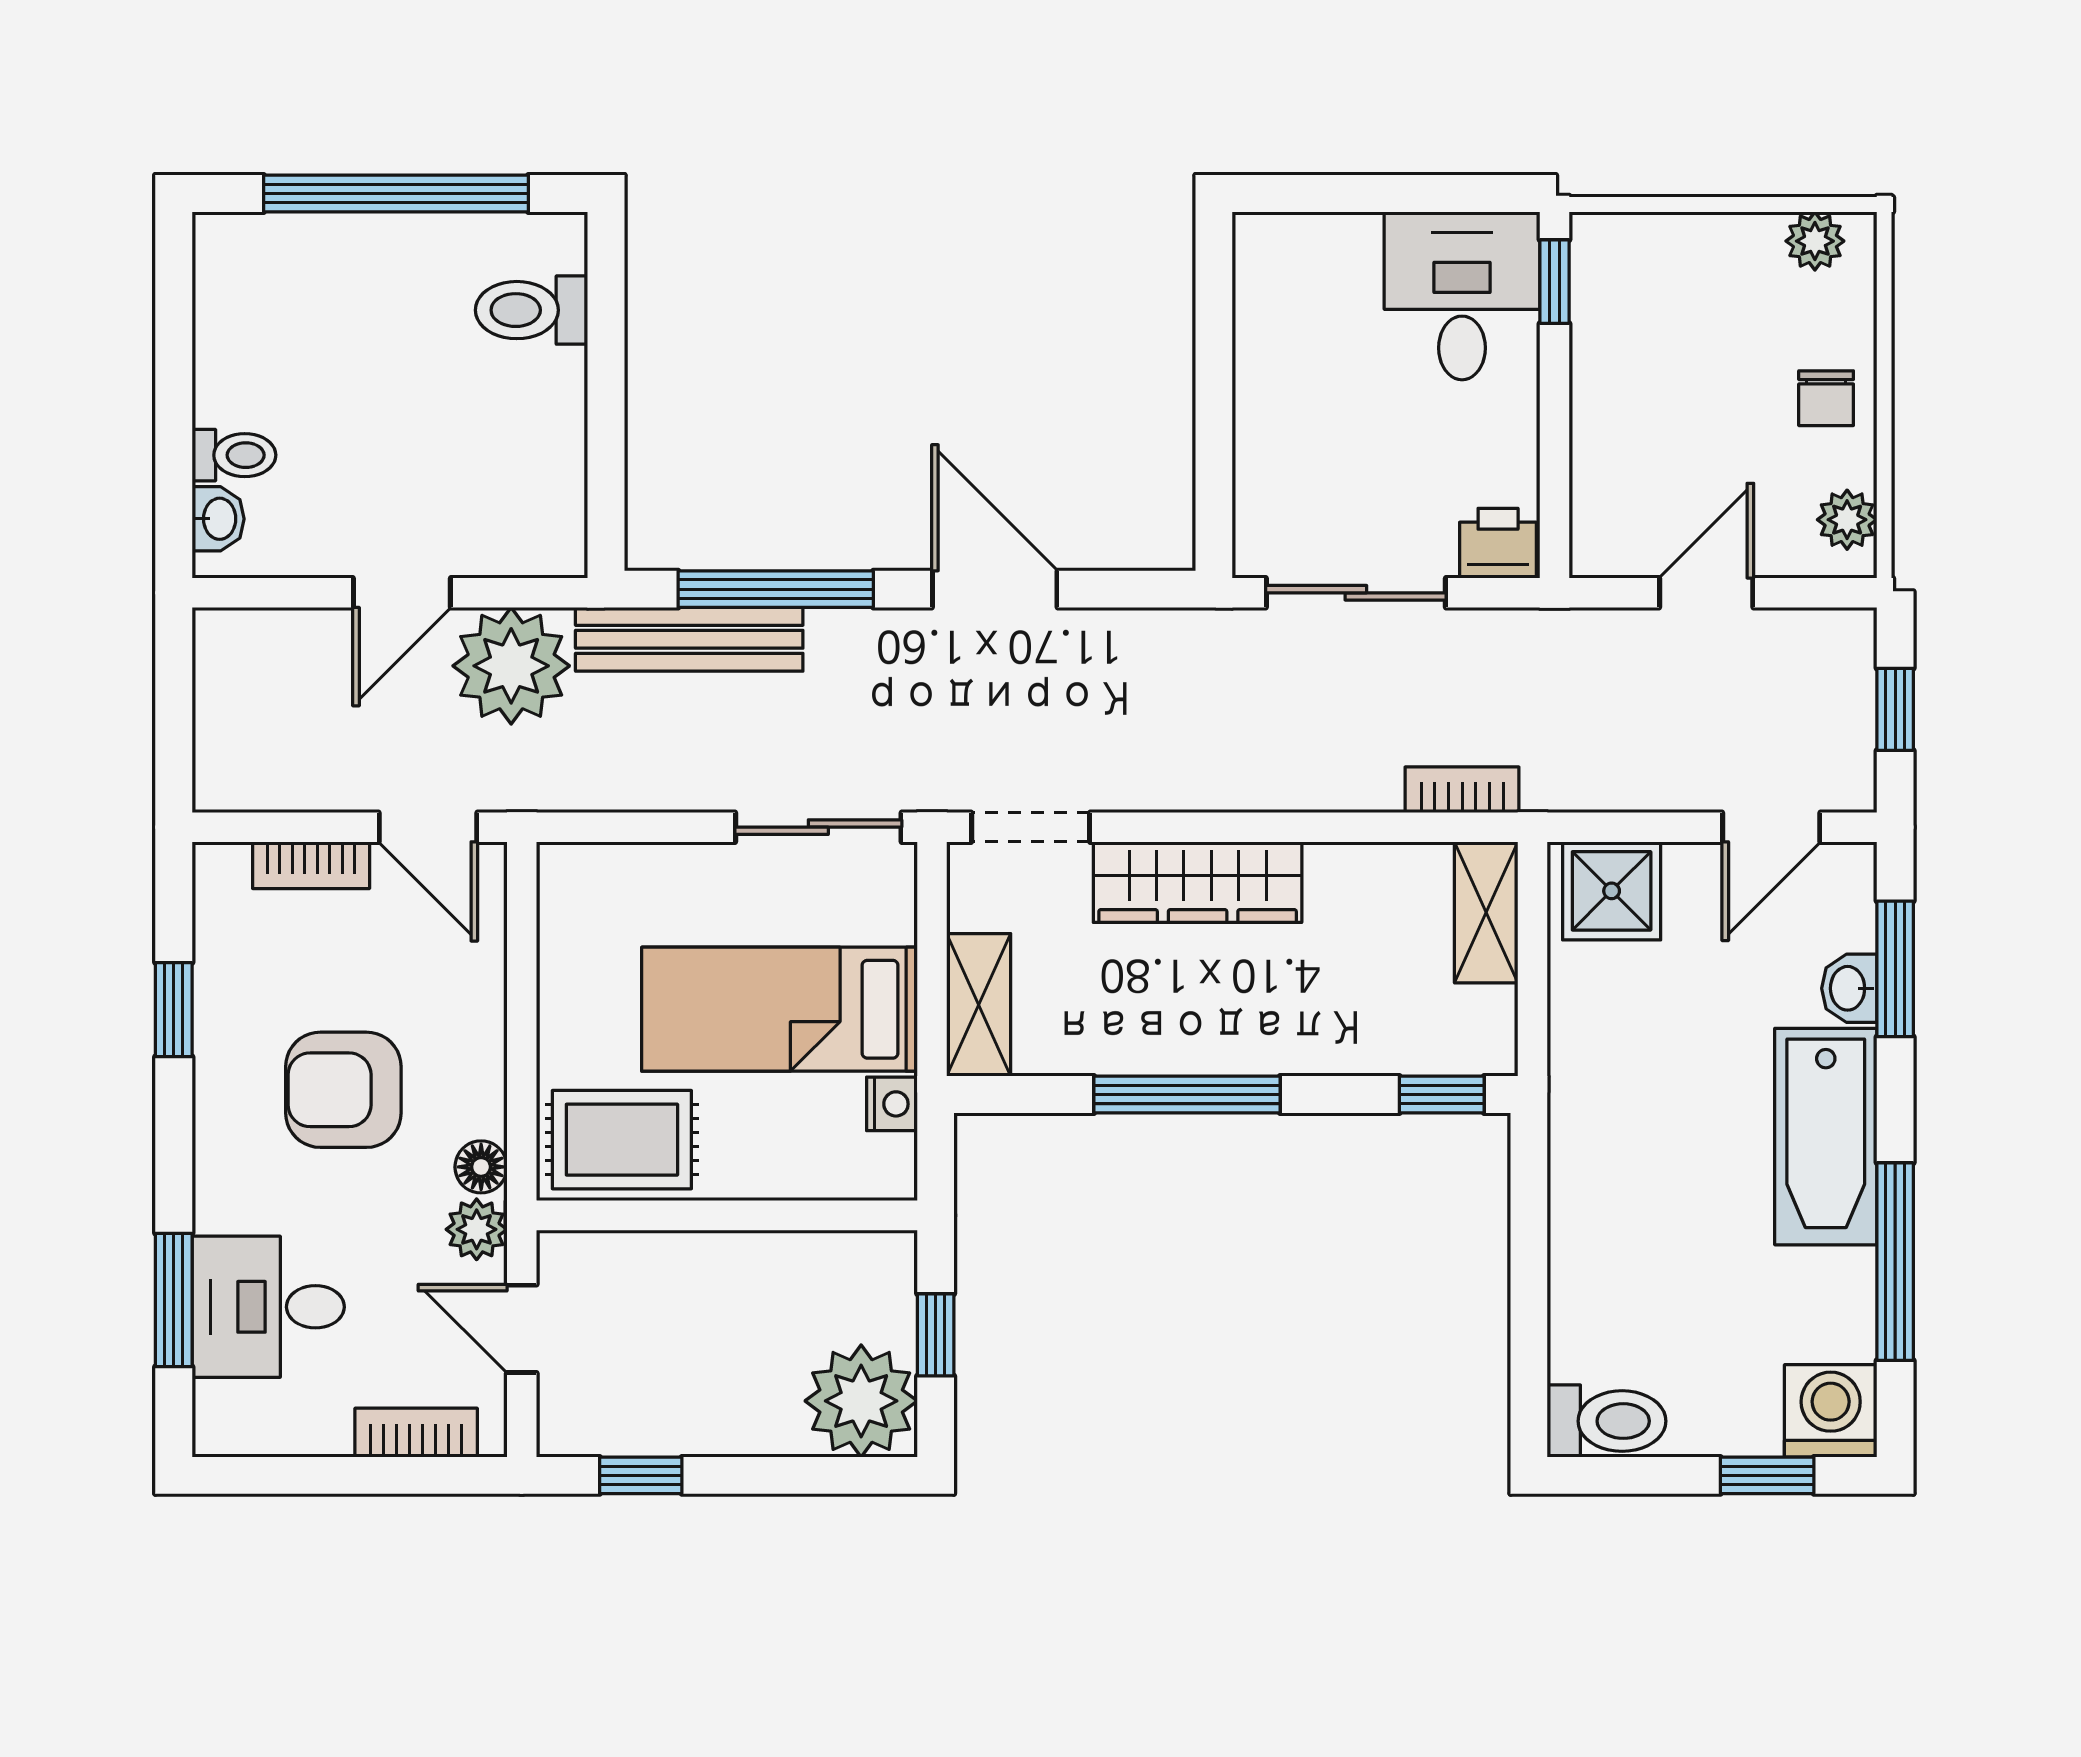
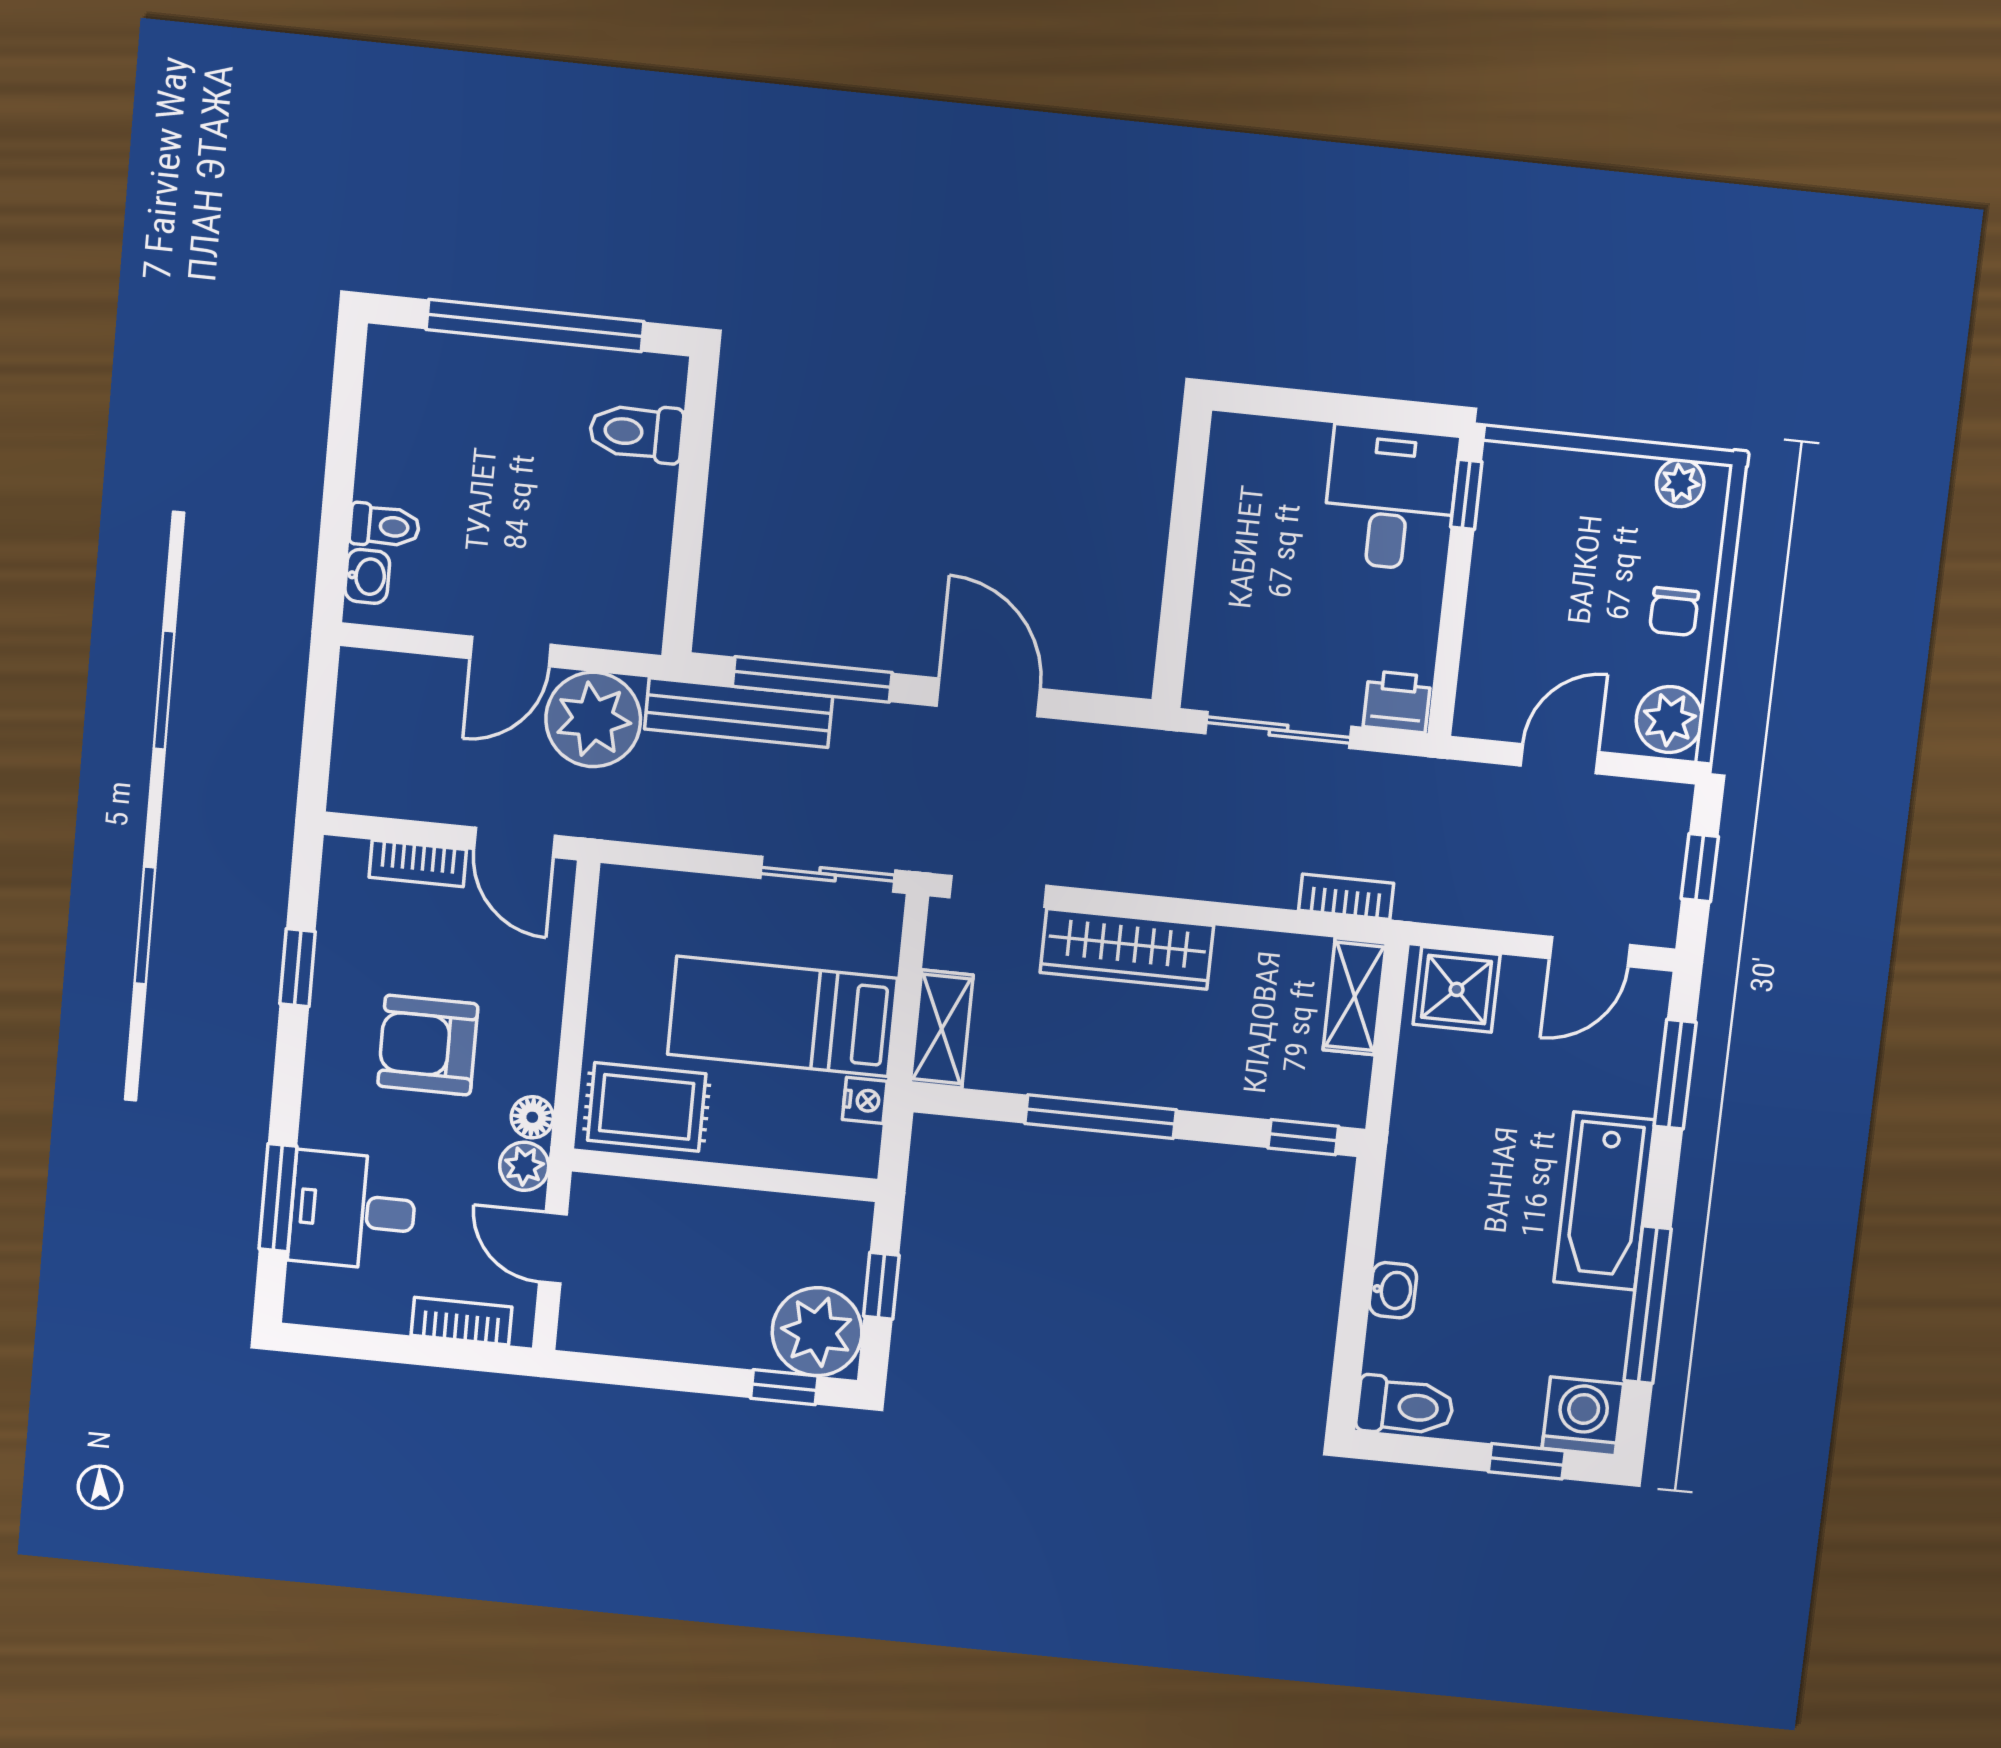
plant: (1847, 520) -> (1669, 719), width x1.38, depth x1.38
washbasin: (1849, 988) -> (1393, 1290), moved, turned 180
window: (641, 1475) -> (784, 1387), moved

